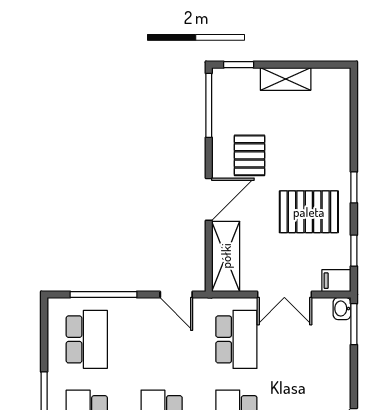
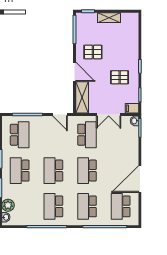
pallet: (250, 155) -> (93, 52), turned 90
door: (209, 199) -> (75, 72), hinge flipped
pallet: (309, 212) -> (120, 77), width x0.67, depth x0.71

